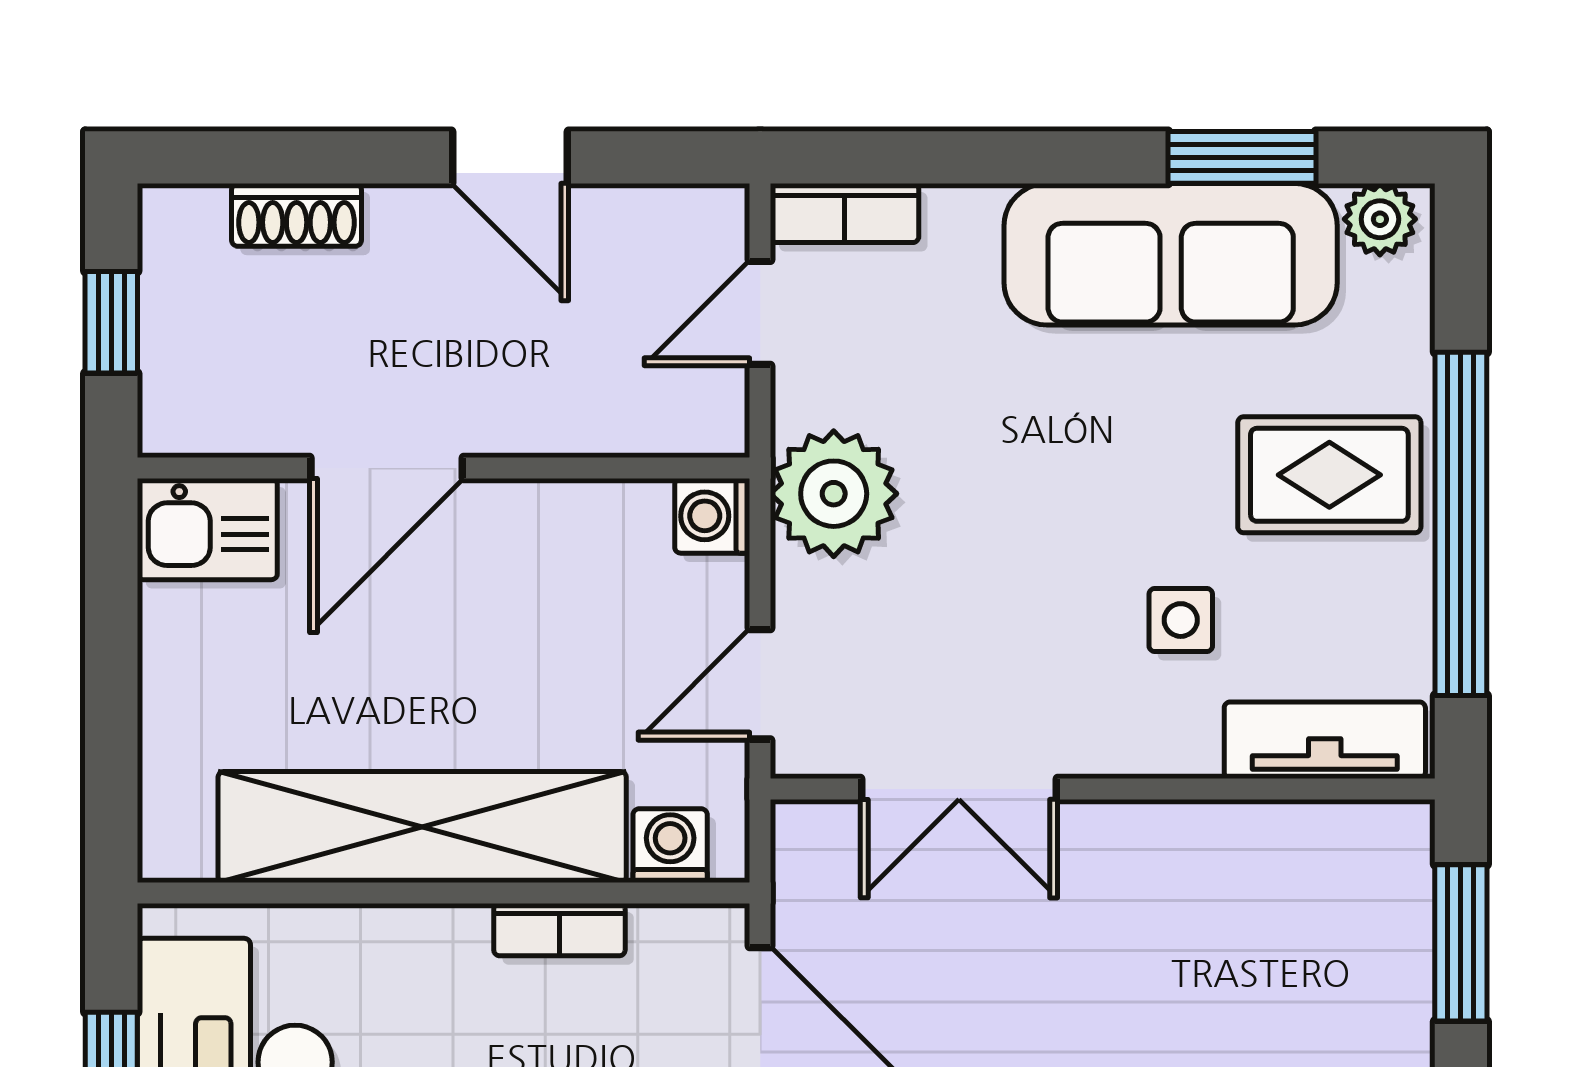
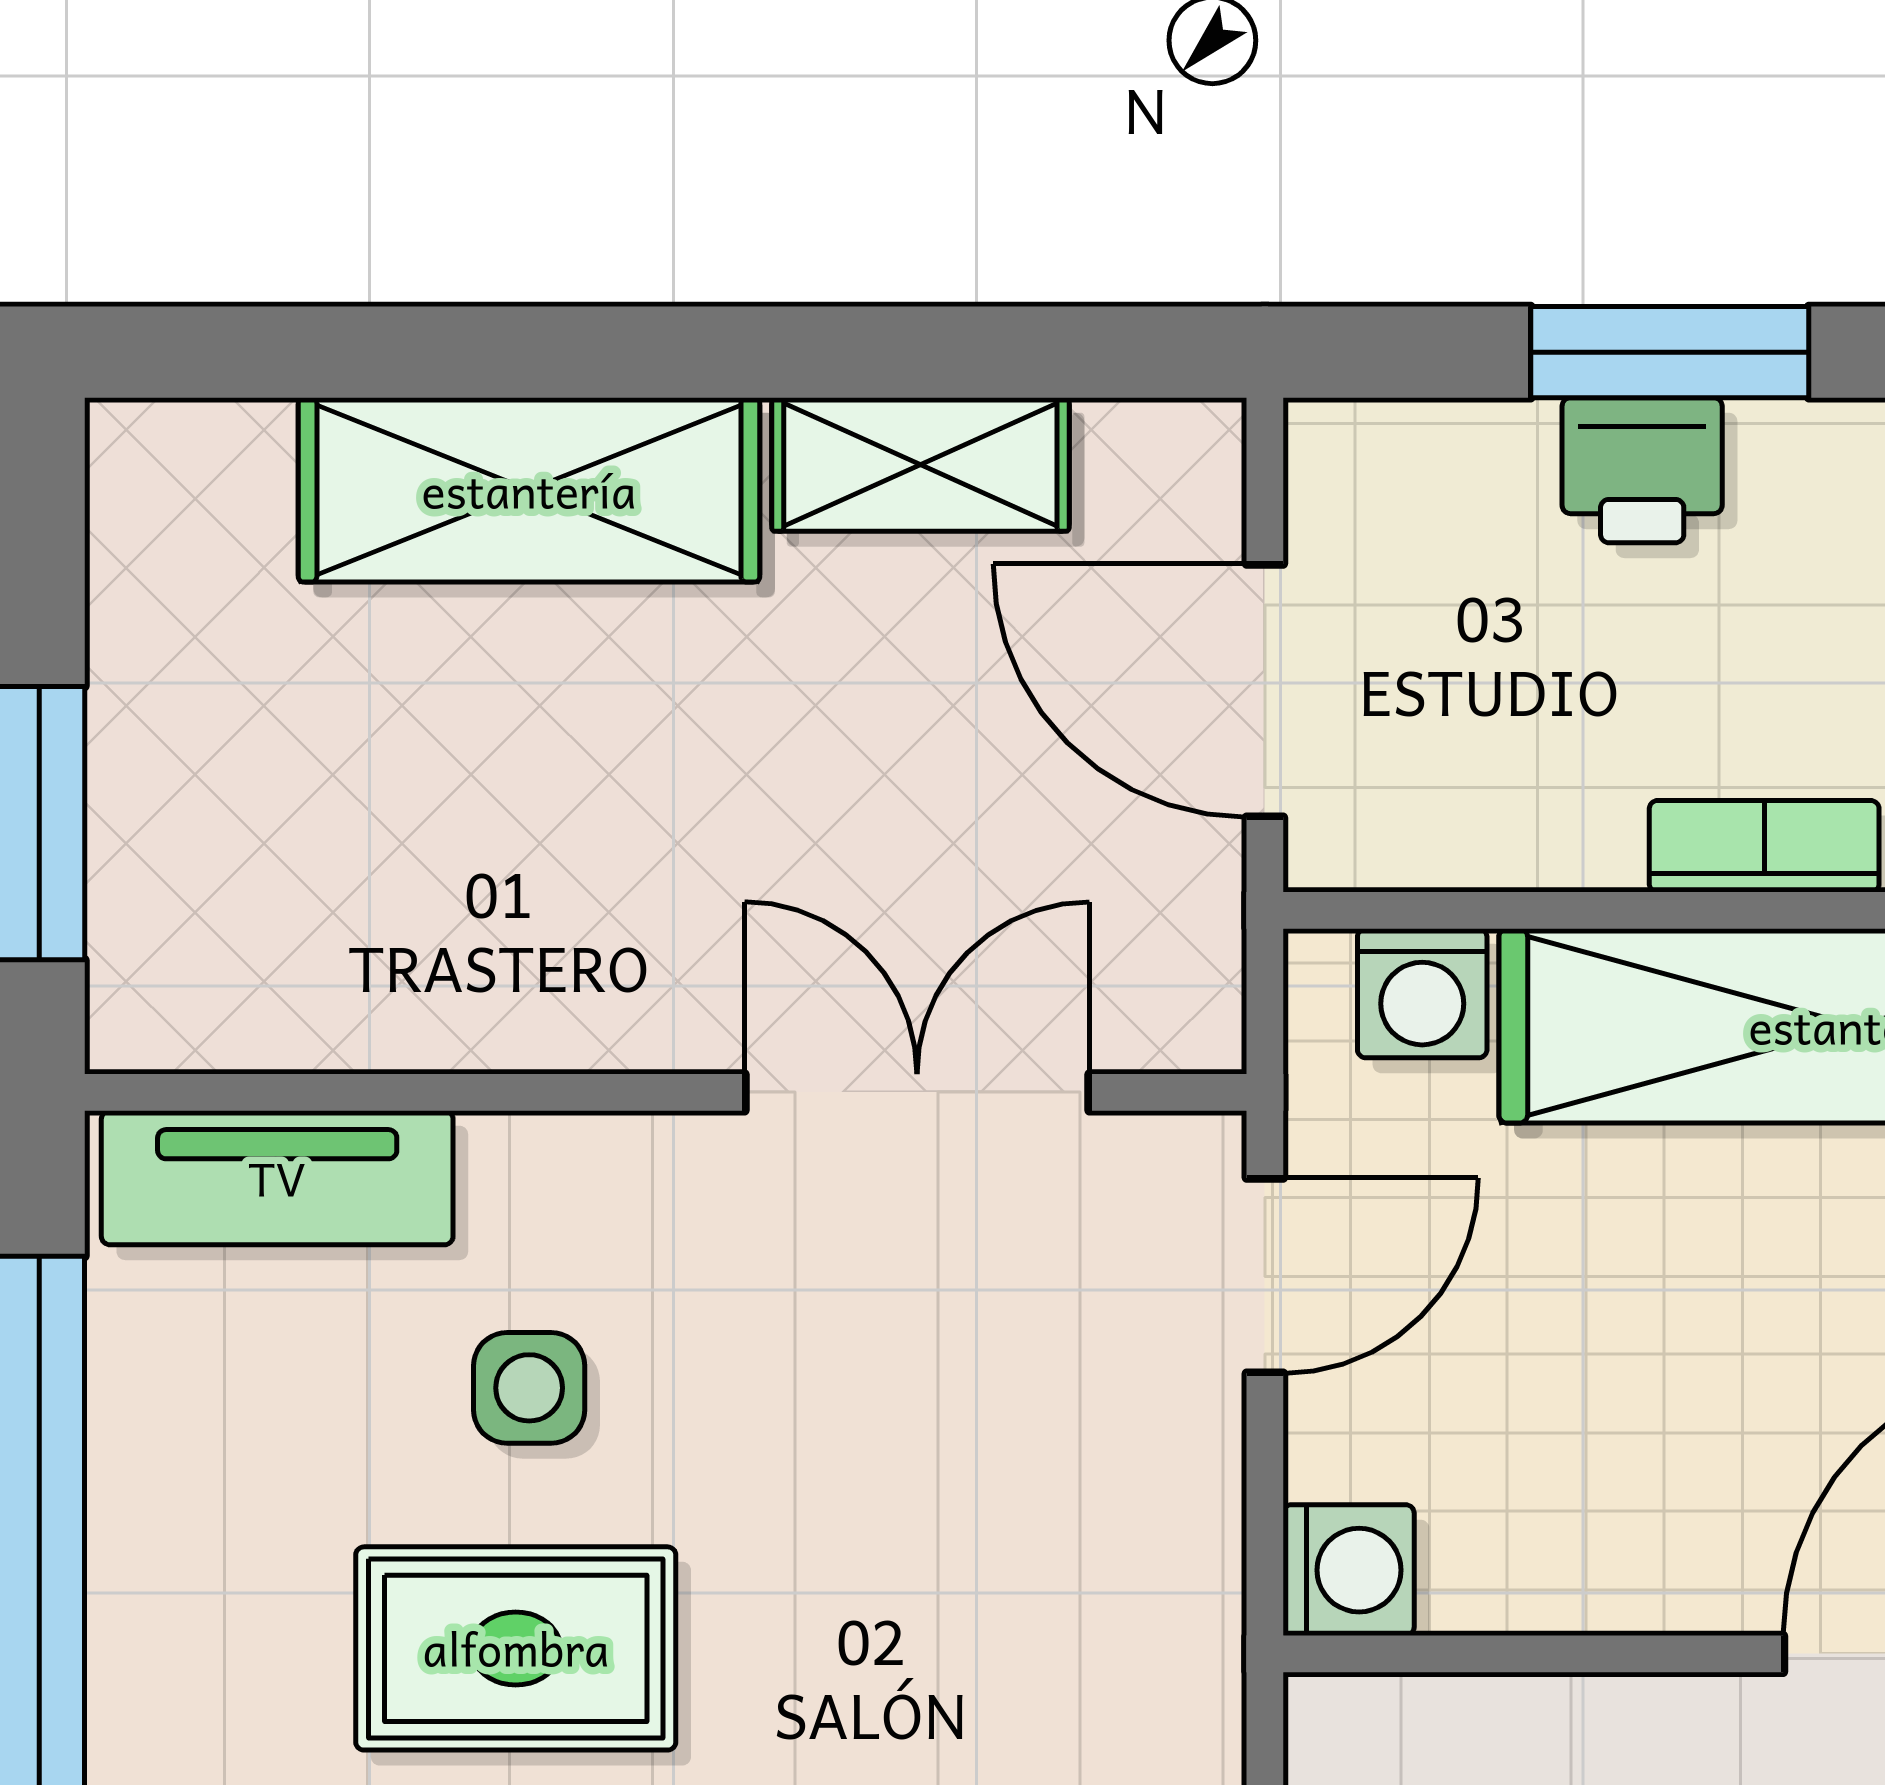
rug: (1329, 475) -> (516, 1648), moved
plant: (834, 494) -> (1136, 1609), removed
bookcase: (559, 930) -> (1764, 846), moved

